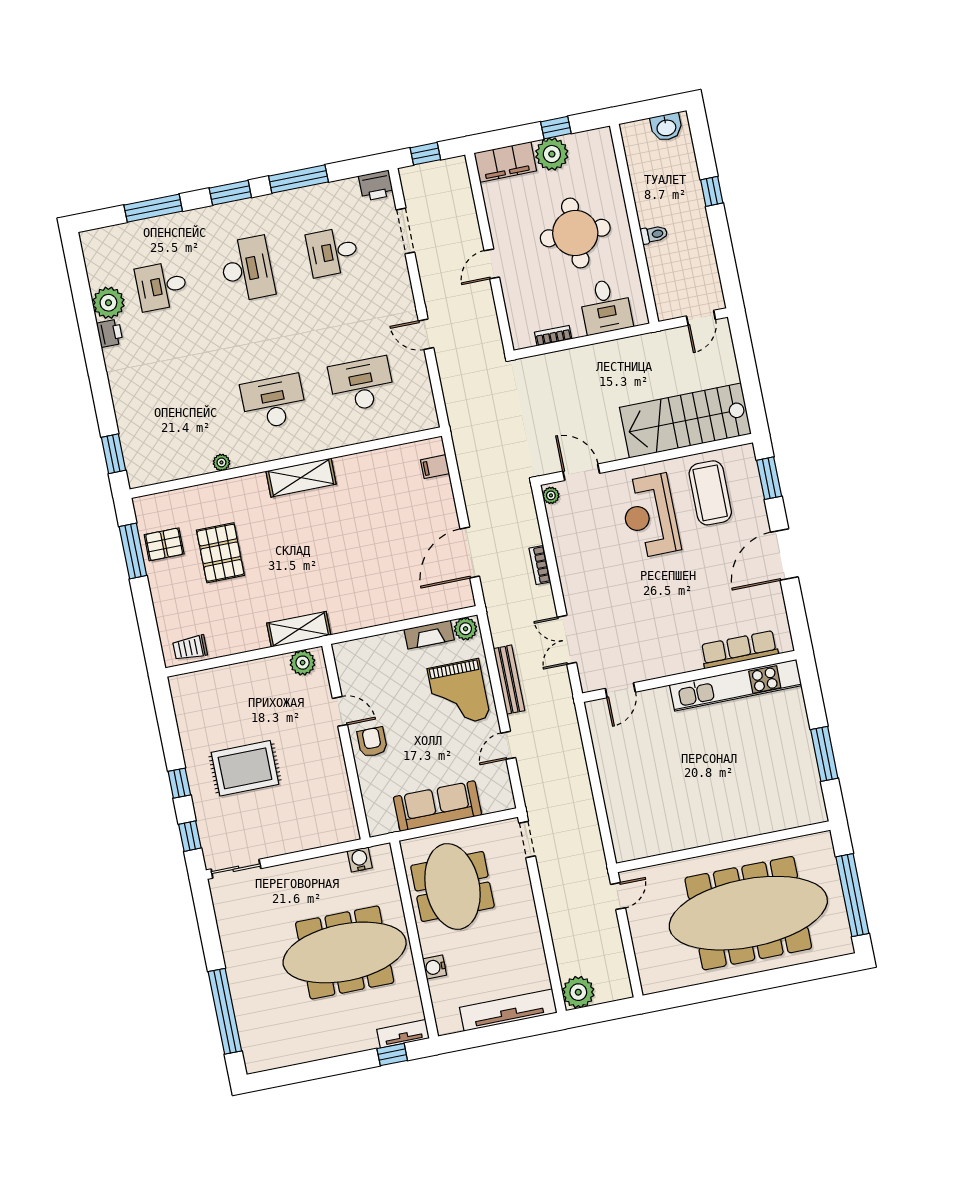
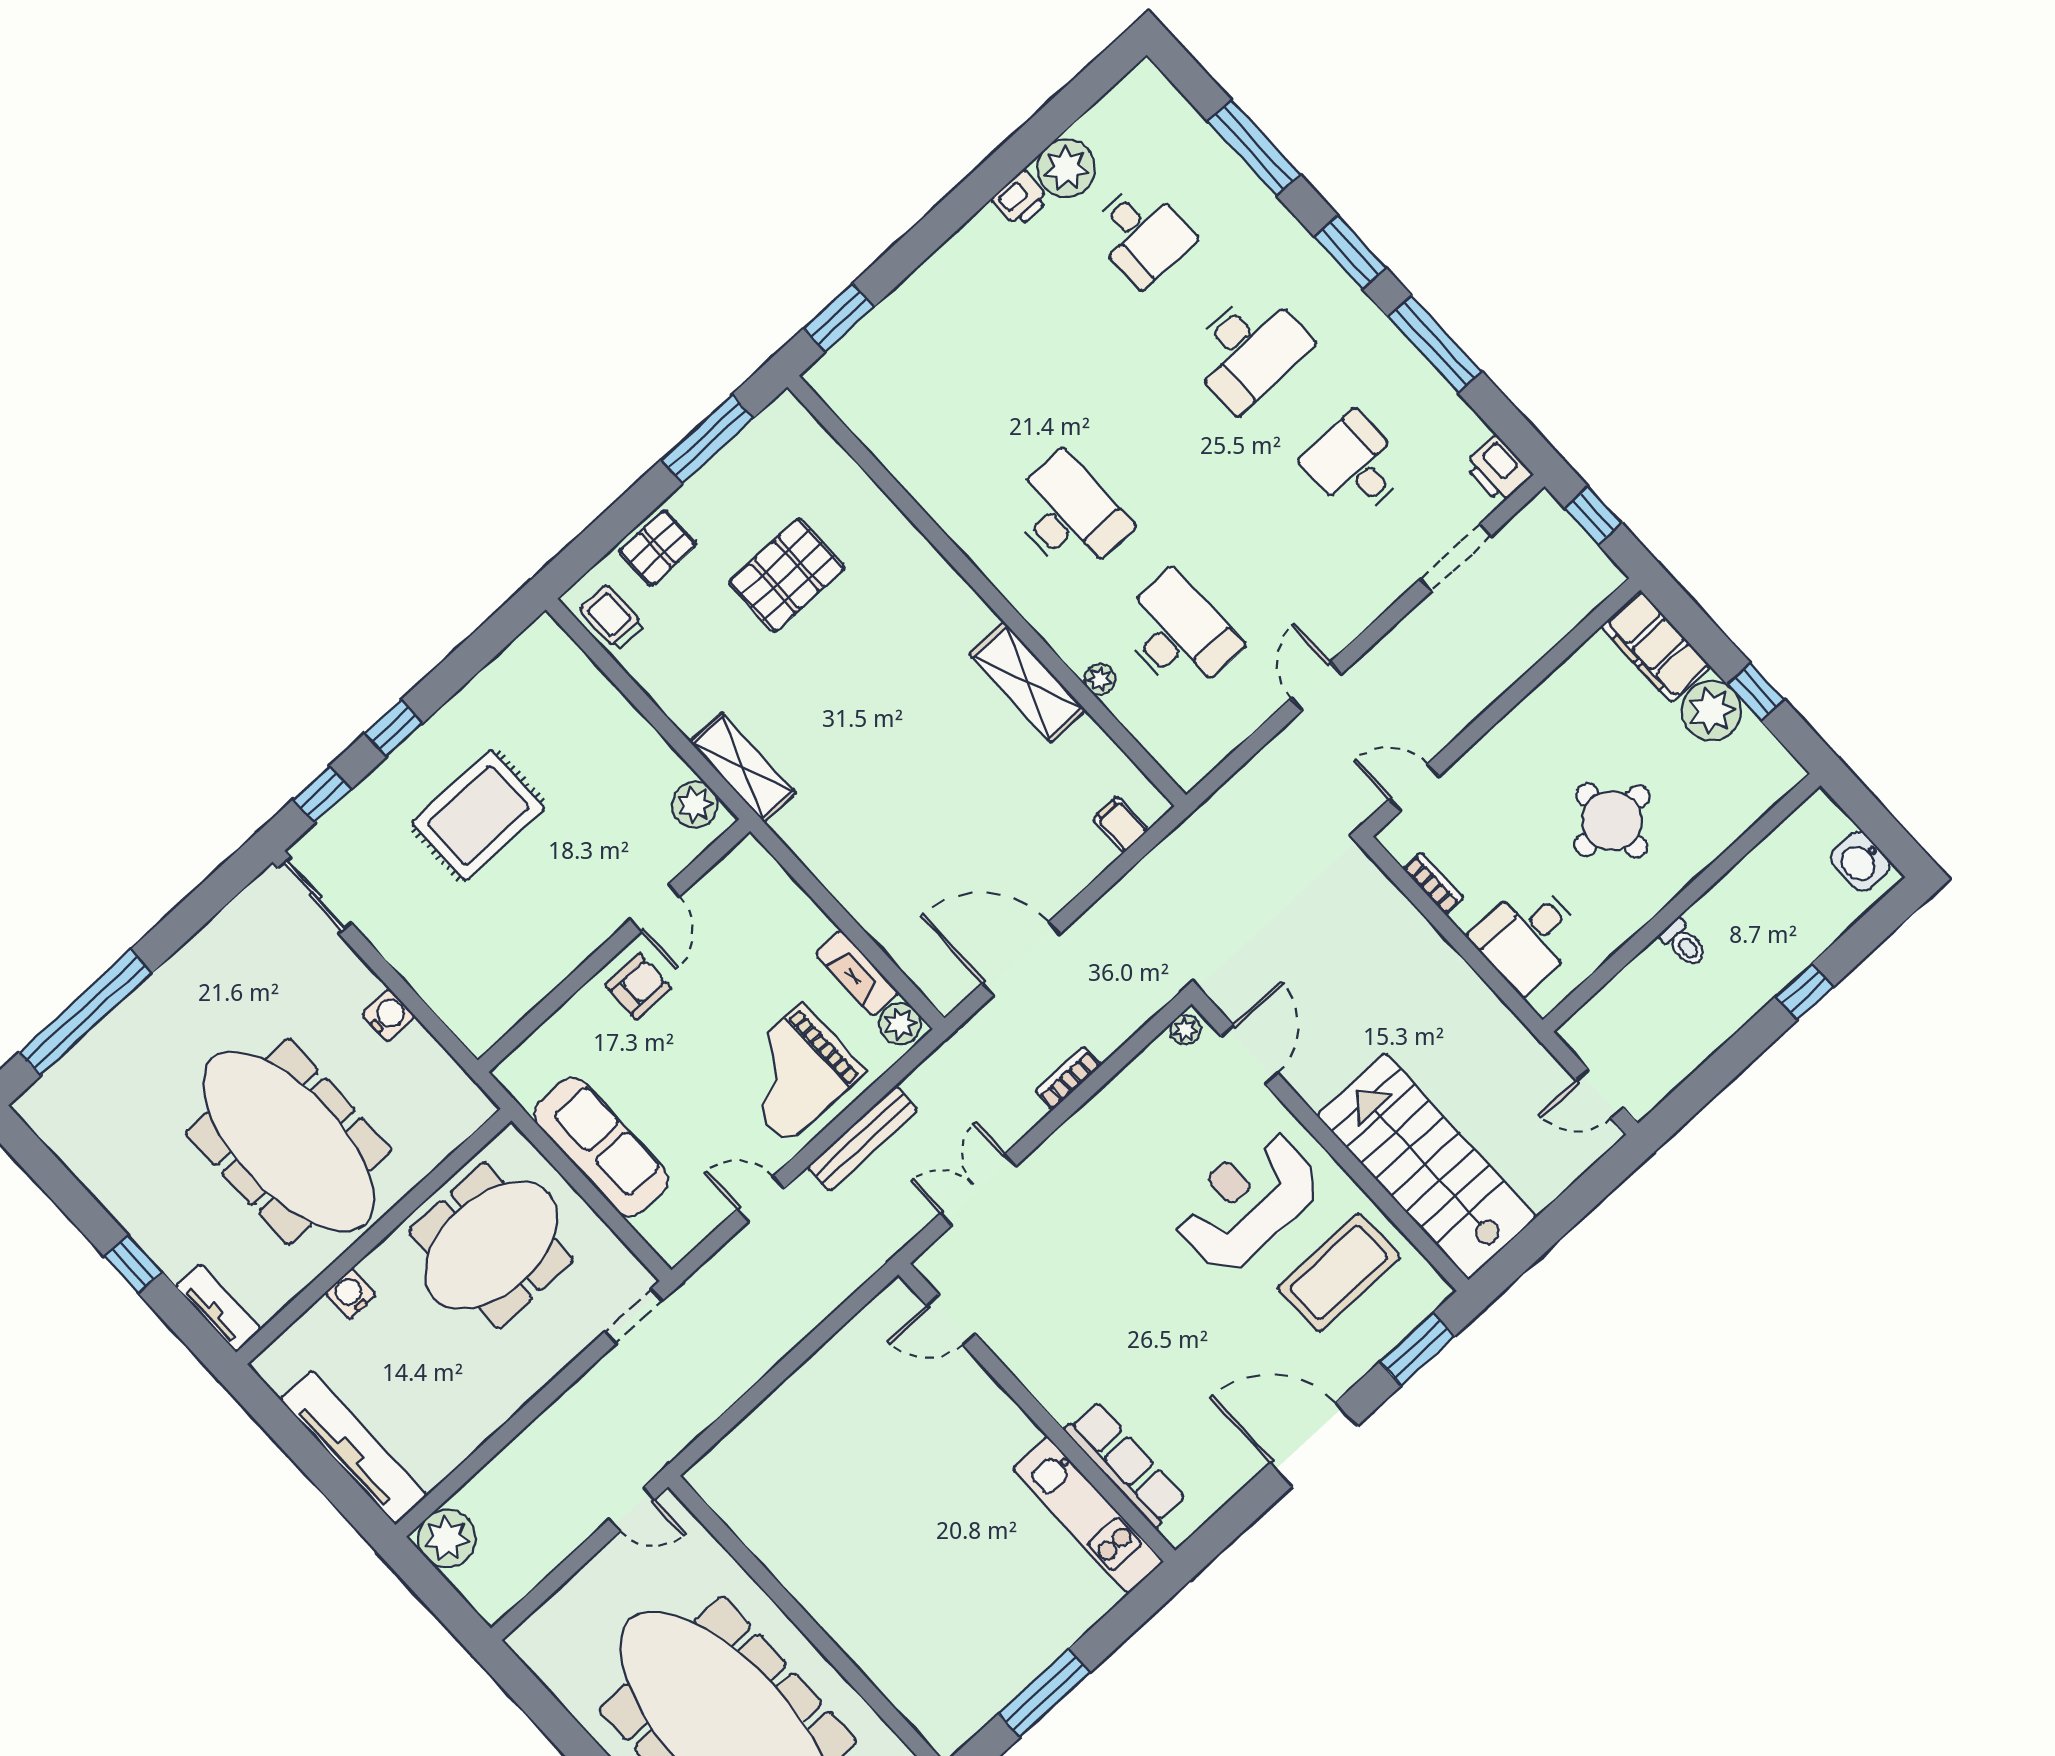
round table: (575, 233) -> (1612, 821), width x0.73, depth x0.73
door: (492, 264) -> (1414, 788), moved
desk: (162, 286) -> (1142, 234), turned 180
plant: (221, 462) -> (1100, 679), moved
shelving: (301, 478) -> (1028, 682), moved
pallet: (164, 544) -> (658, 548), moved, turned 90
kitchen unit: (736, 685) -> (1088, 1515), width x0.73
rug: (245, 768) -> (478, 815), turned 90
water cooler: (360, 859) -> (388, 1015), moved
window: (392, 1055) -> (133, 1264), moved

